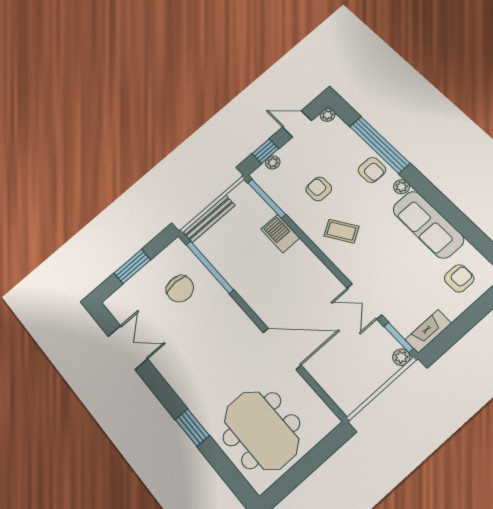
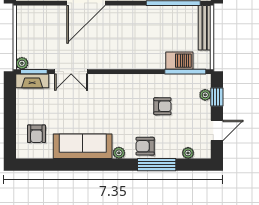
plant: (328, 115) -> (188, 153), moved
window: (380, 145) -> (157, 165), width x0.68
coffee table: (341, 231) -> (124, 96), removed
barbecue: (280, 234) -> (179, 61), moved
double door: (364, 301) -> (71, 72), swing flipped
fireplace: (428, 331) -> (32, 81), moved, turned 90

